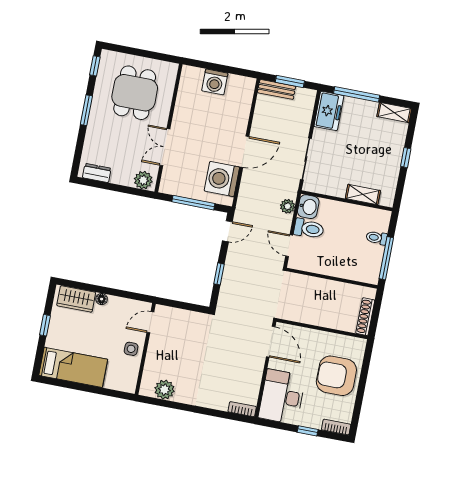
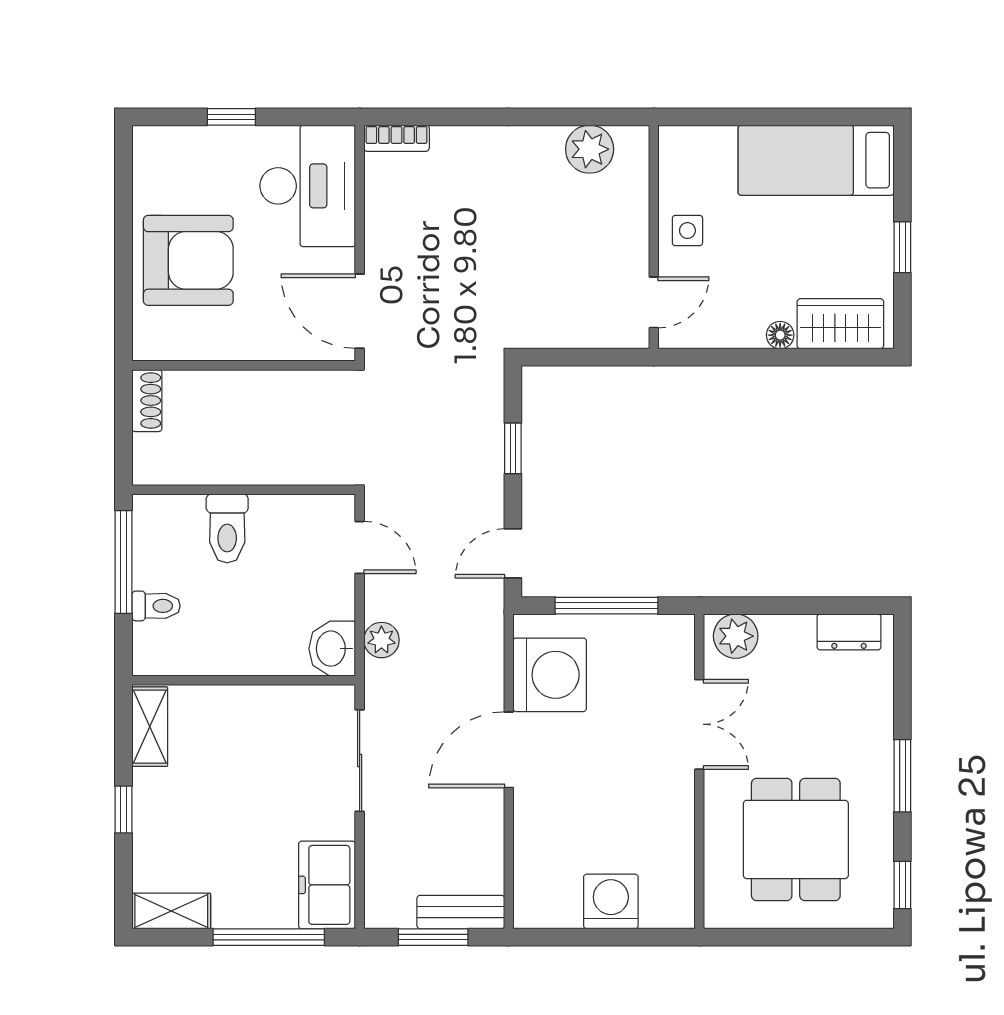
shelving: (363, 195) -> (150, 727), moved, turned 90
toilet: (309, 229) -> (227, 528), moved, turned -90
shoe rack: (365, 317) -> (147, 401), width x0.70
bookcase: (336, 427) -> (166, 139), removed

